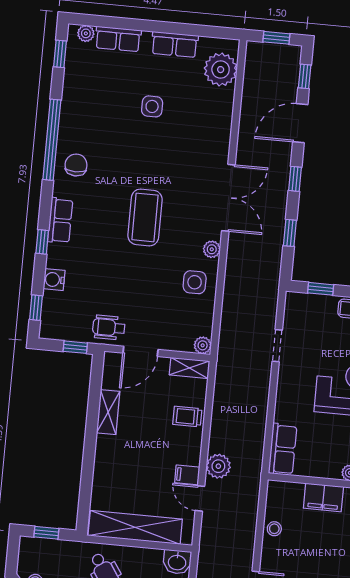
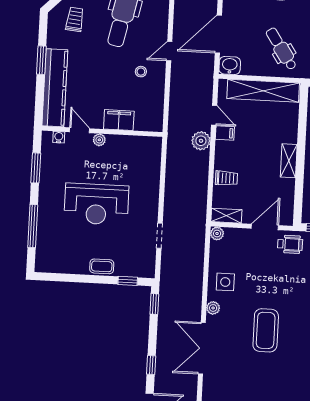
window: (290, 233) -> (154, 304), moved
shelving: (108, 412) -> (289, 161), moved
row of seats: (283, 449) -> (152, 156), removed
stool: (274, 529) -> (141, 72), moved

